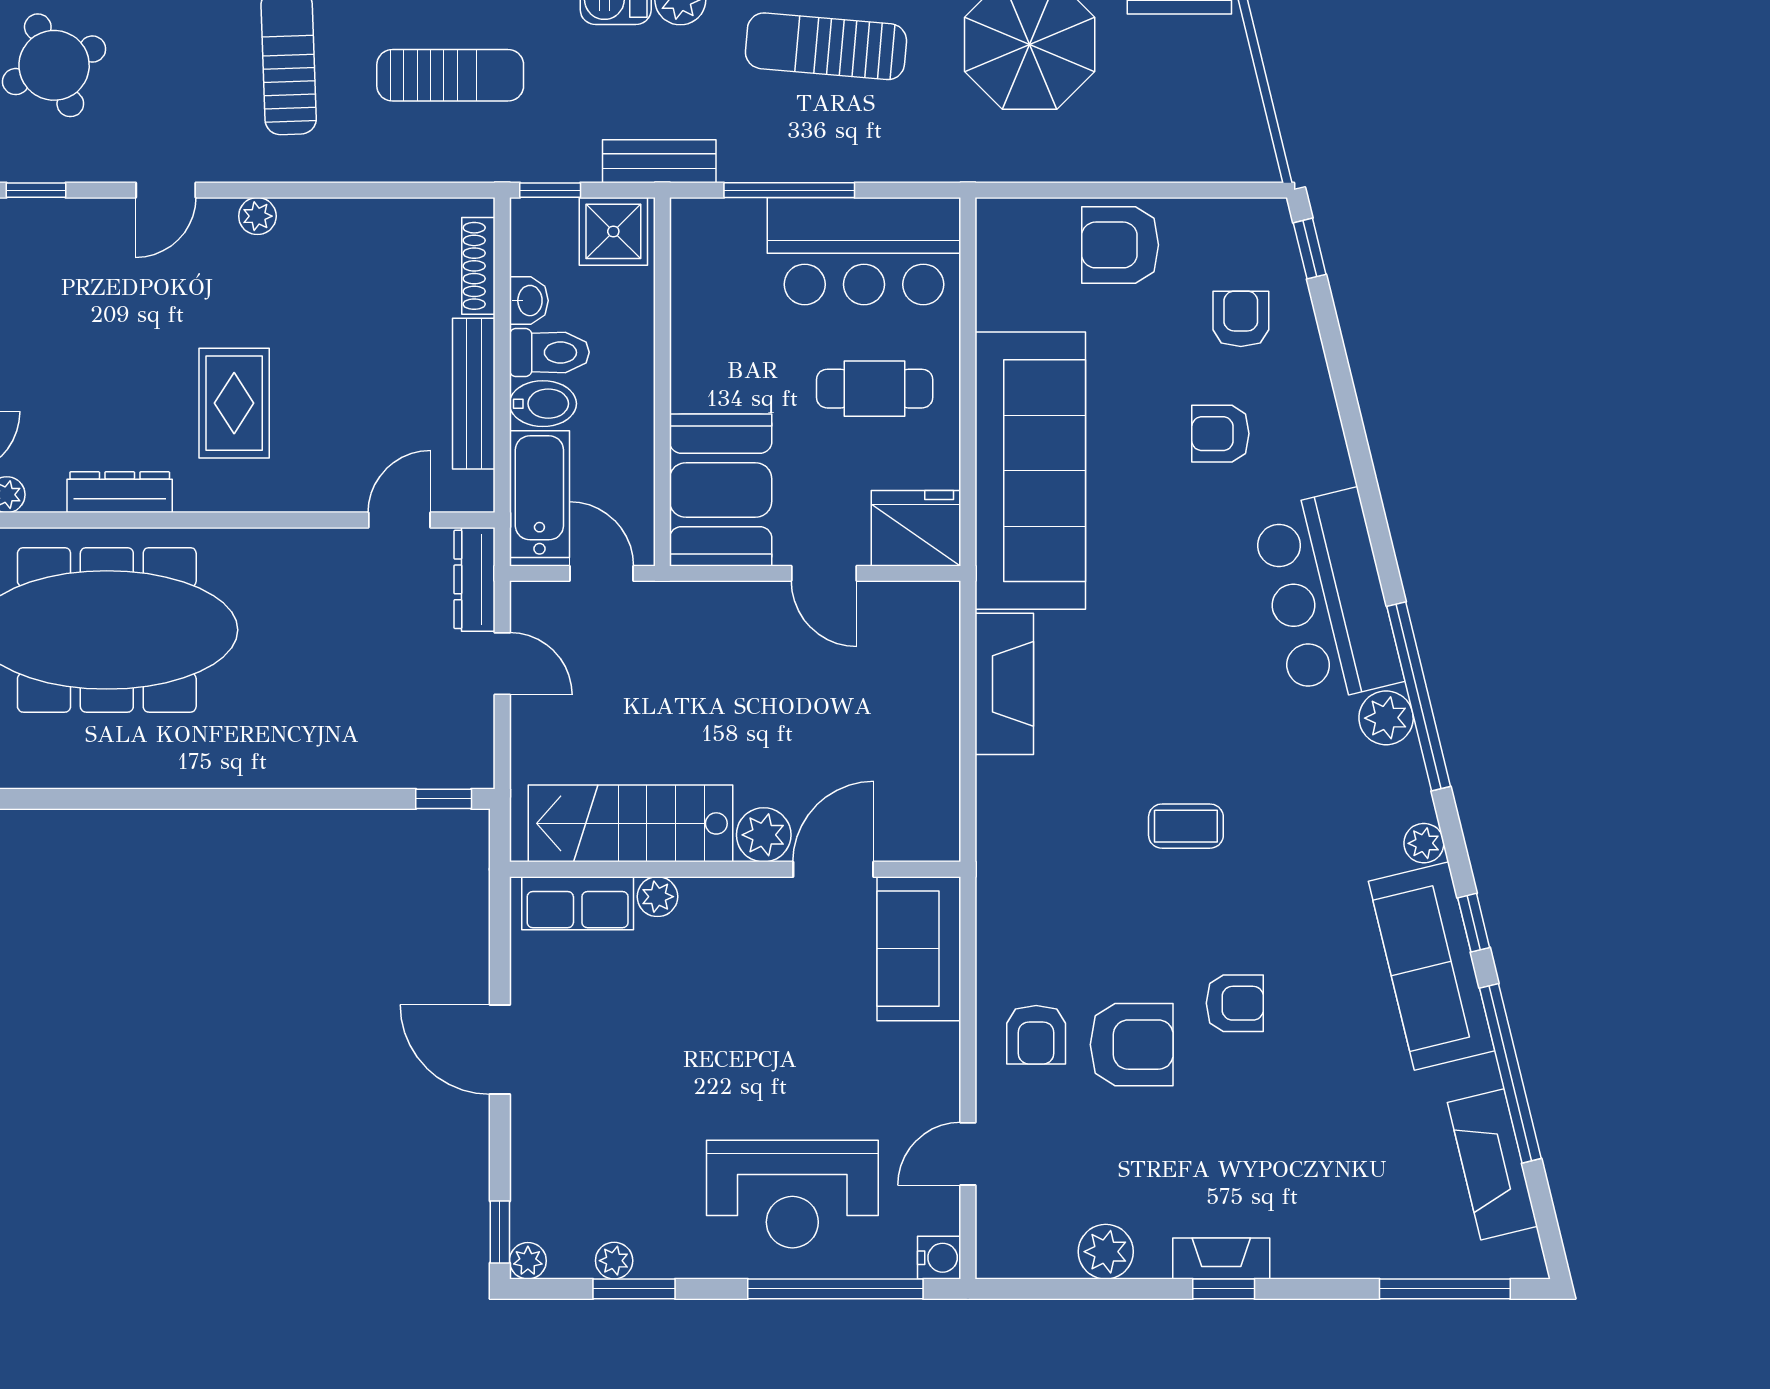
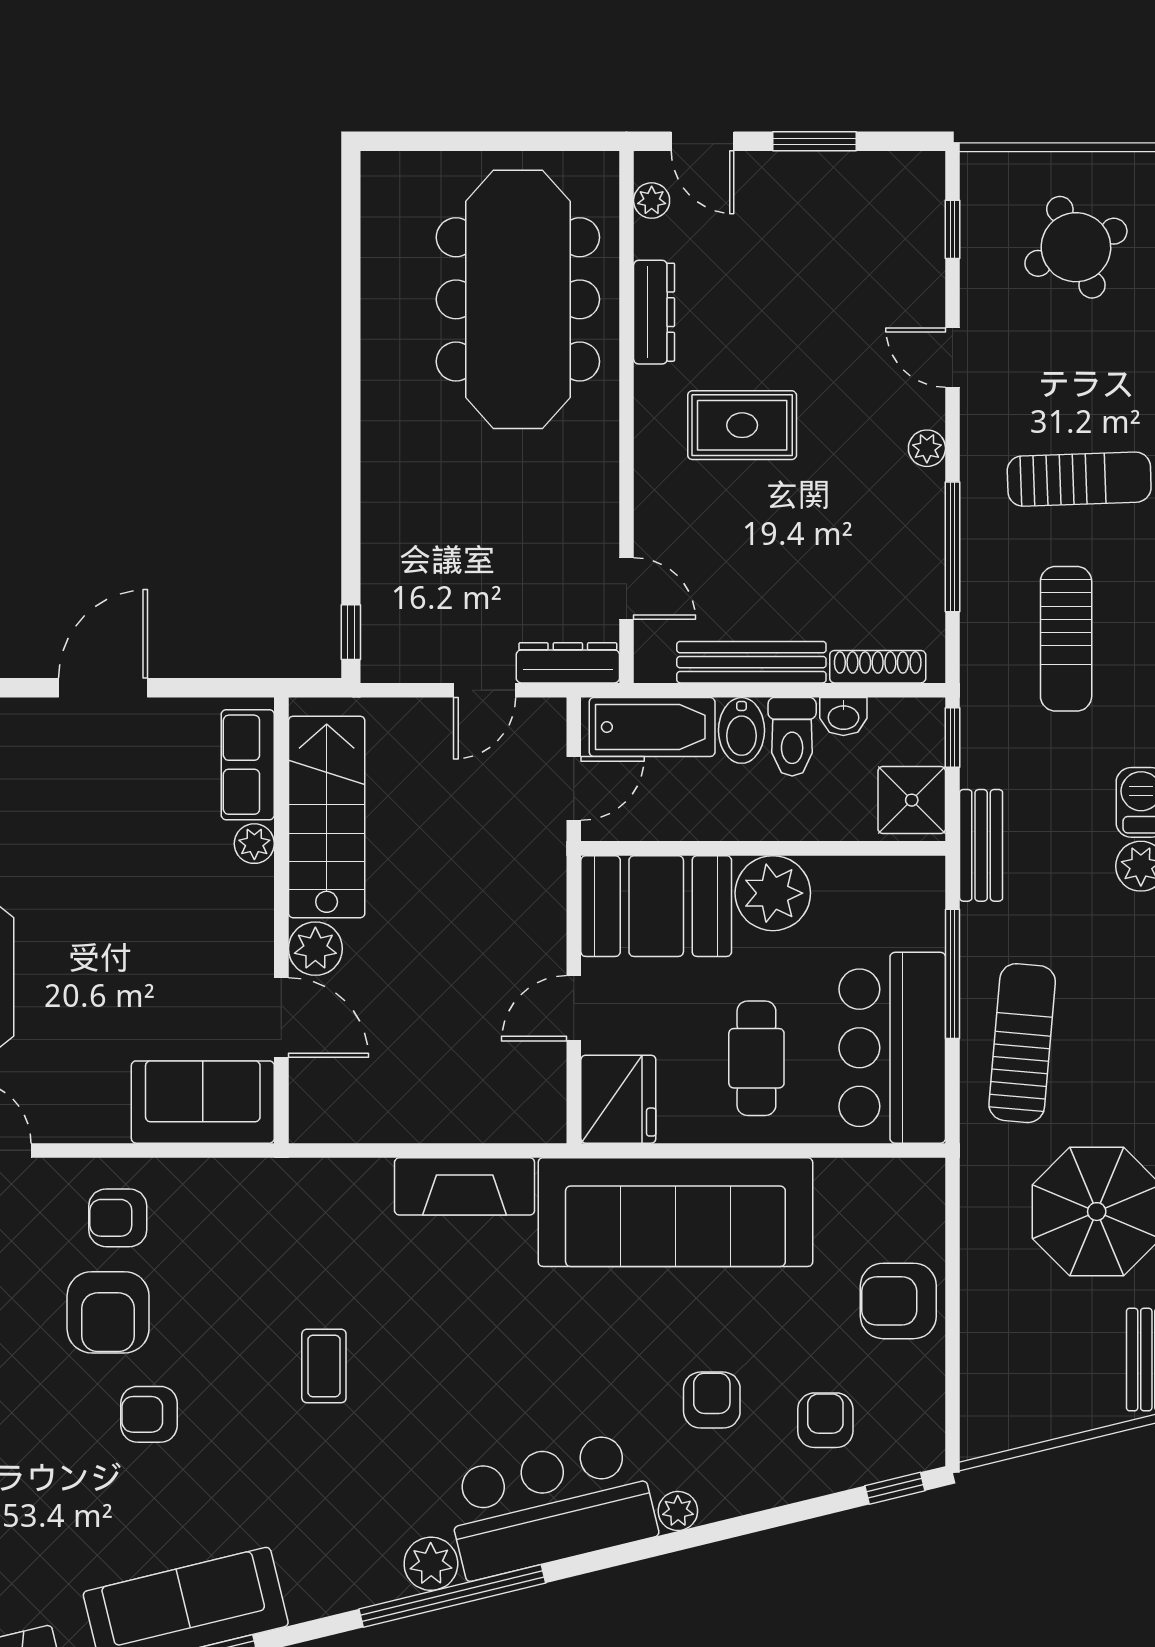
sun lounger: (826, 46) -> (1022, 1043), moved
window: (357, 190) -> (953, 547), added
armchair: (1120, 245) -> (898, 1301), turned -90
armchair: (1241, 319) -> (825, 1420), turned -90
plant: (708, 372) -> (773, 893), added
plant: (1424, 843) -> (678, 1511), moved
armchair: (1235, 1003) -> (149, 1414), turned 90

